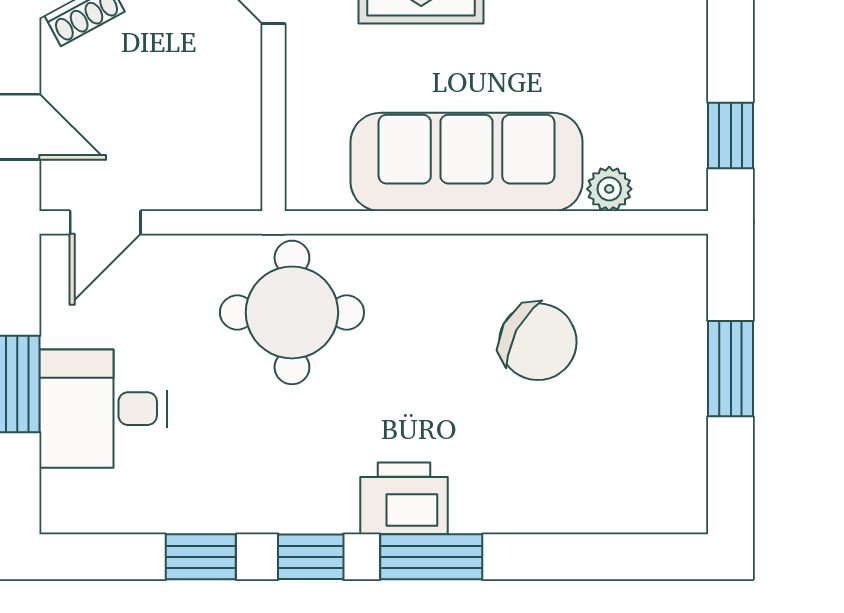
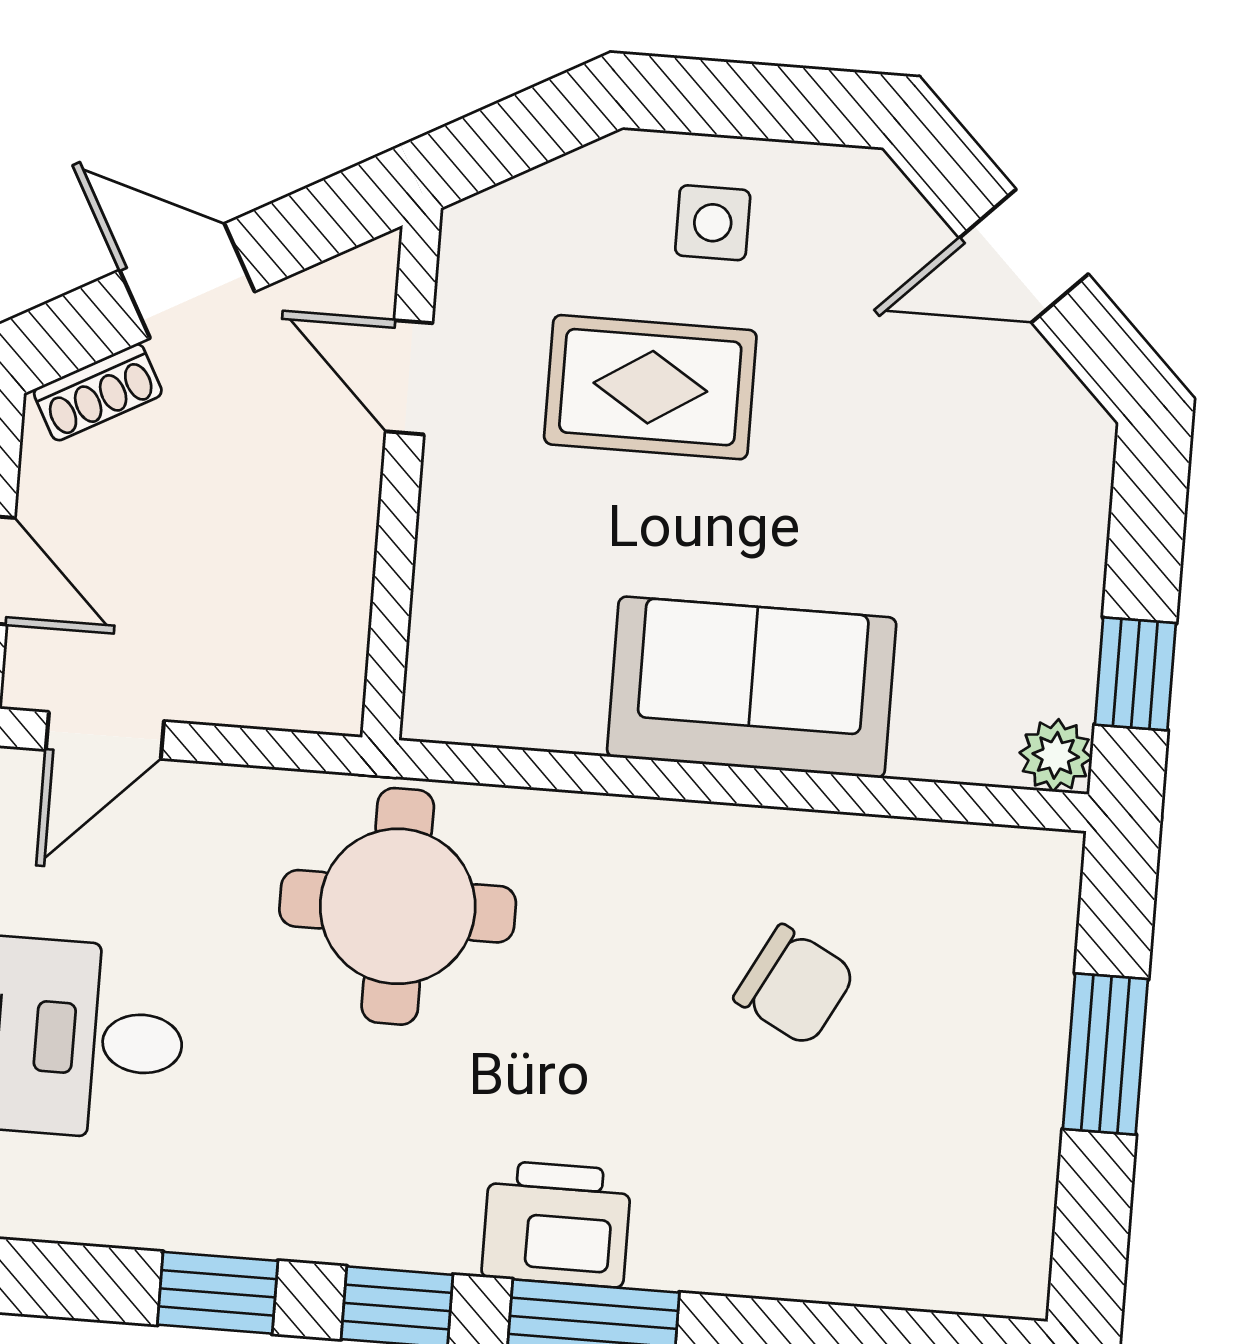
sofa: (467, 162) -> (752, 687), width x0.73
plant: (609, 189) -> (1056, 755), moved
chair: (538, 342) -> (795, 985), width x0.73, depth x0.73

